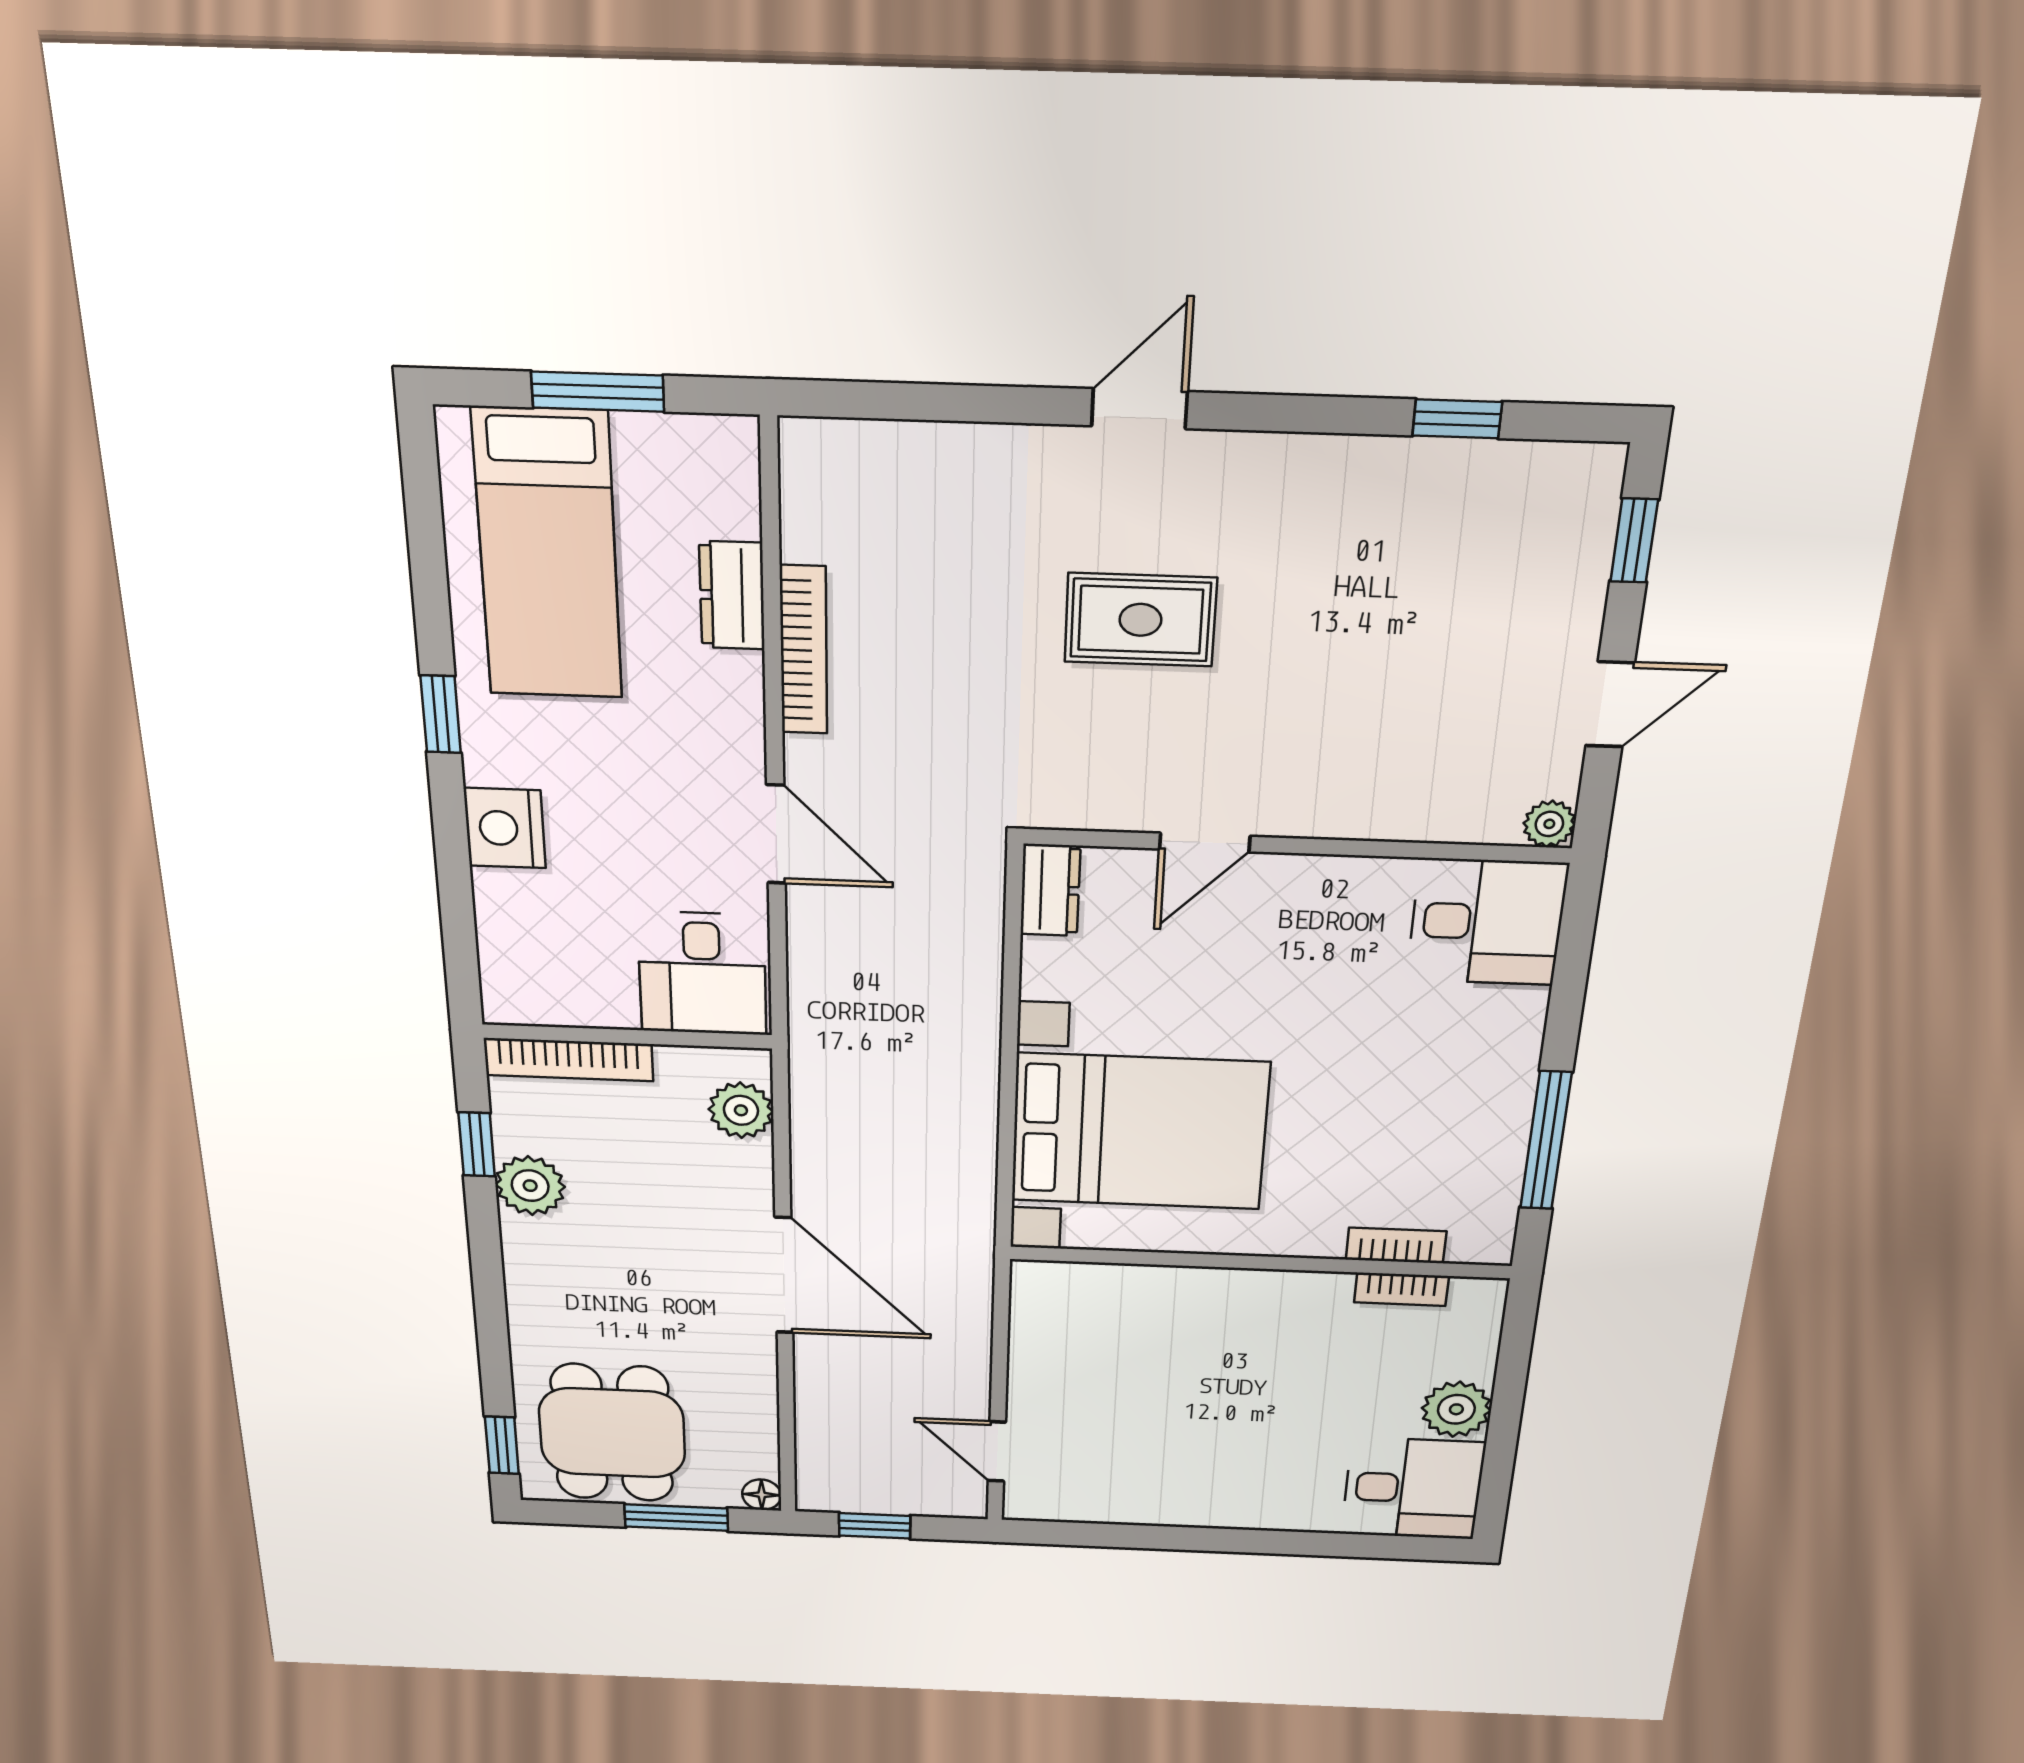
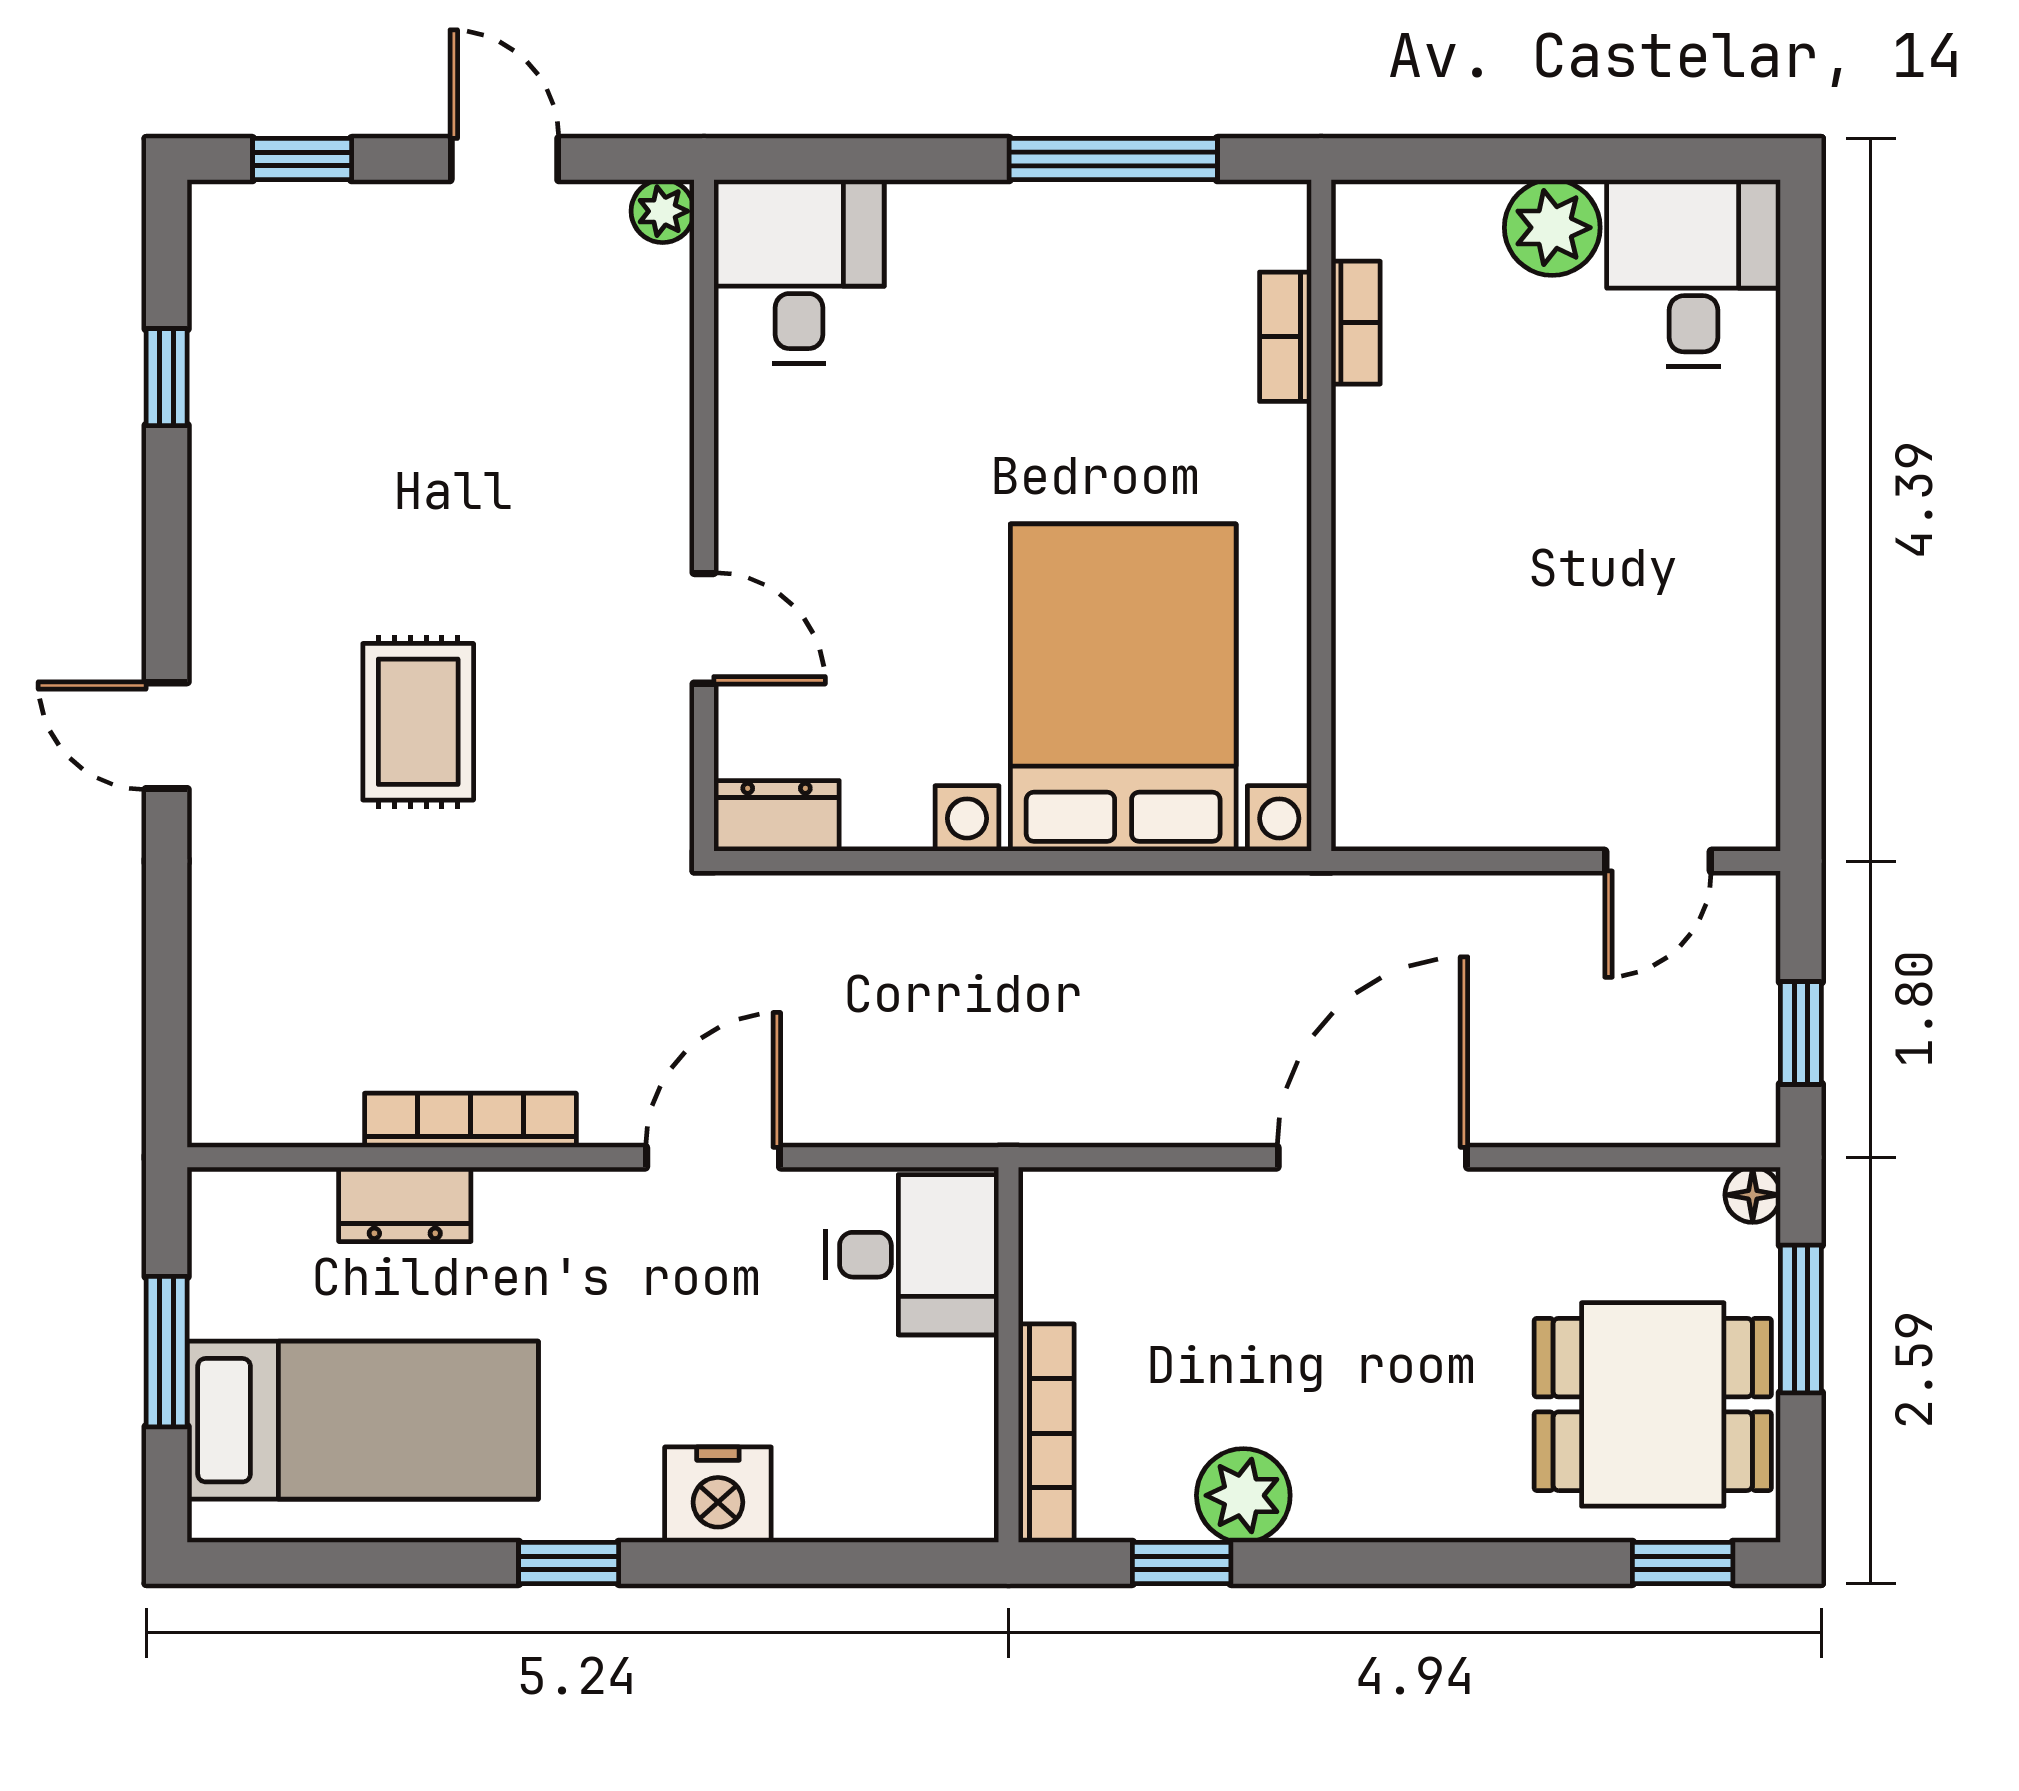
plant: (741, 1110) -> (1113, 1210), removed

